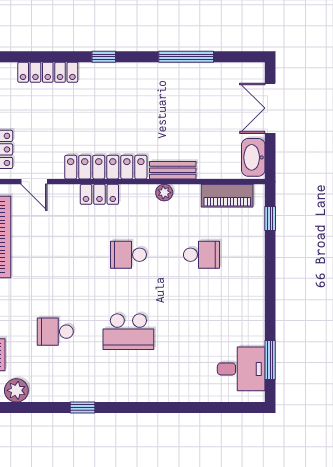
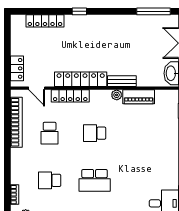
window: (186, 57) -> (153, 11), moved
locker: (99, 194) -> (70, 96), width x1.53
piano: (227, 196) -> (139, 97), moved
school desk: (202, 255) -> (50, 133), moved, turned 90

